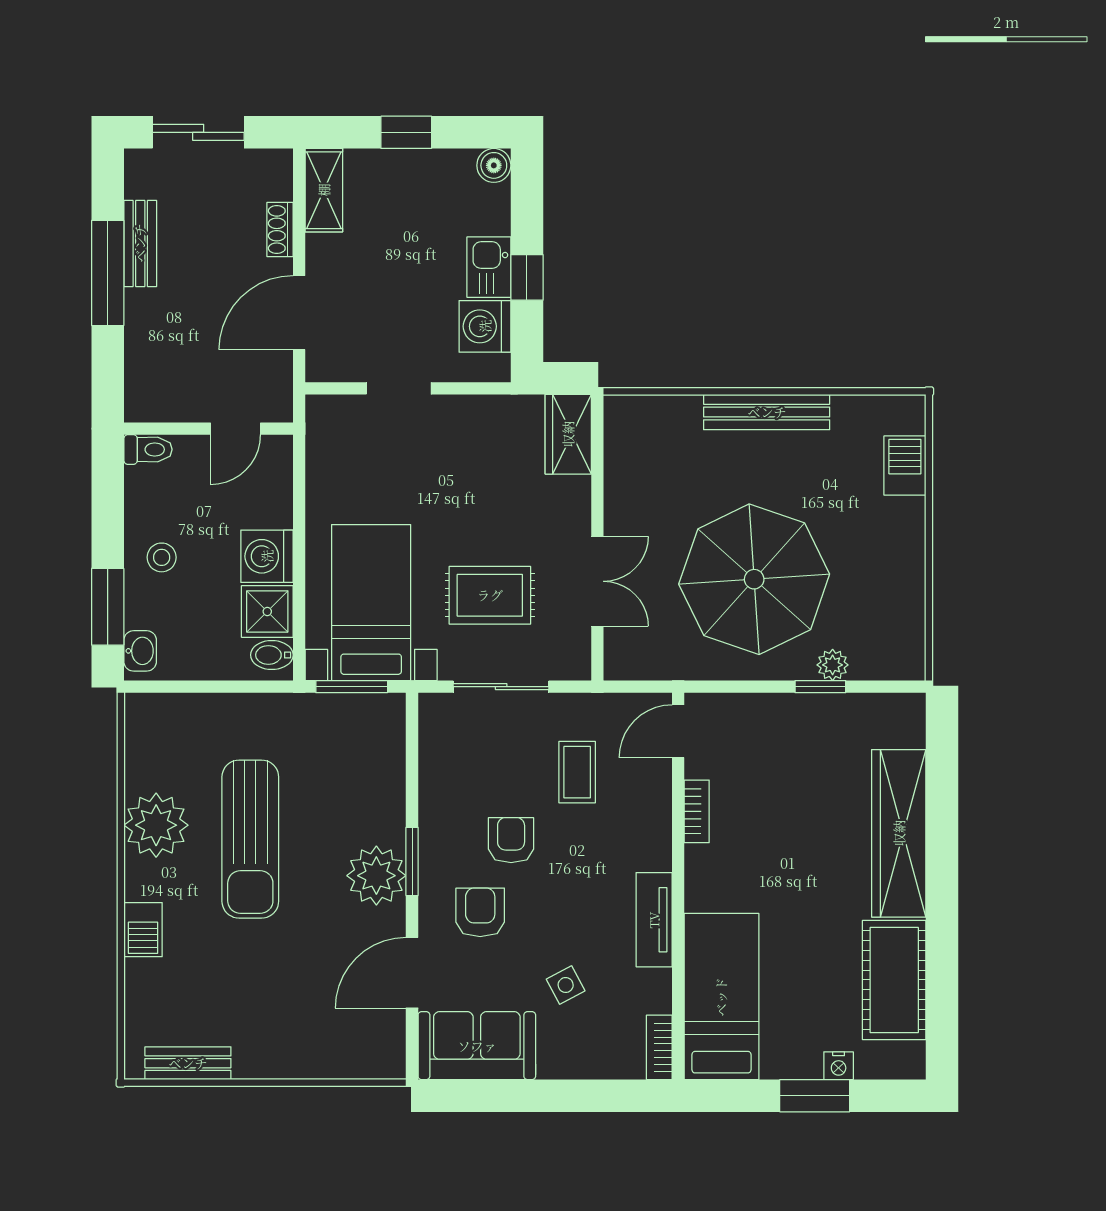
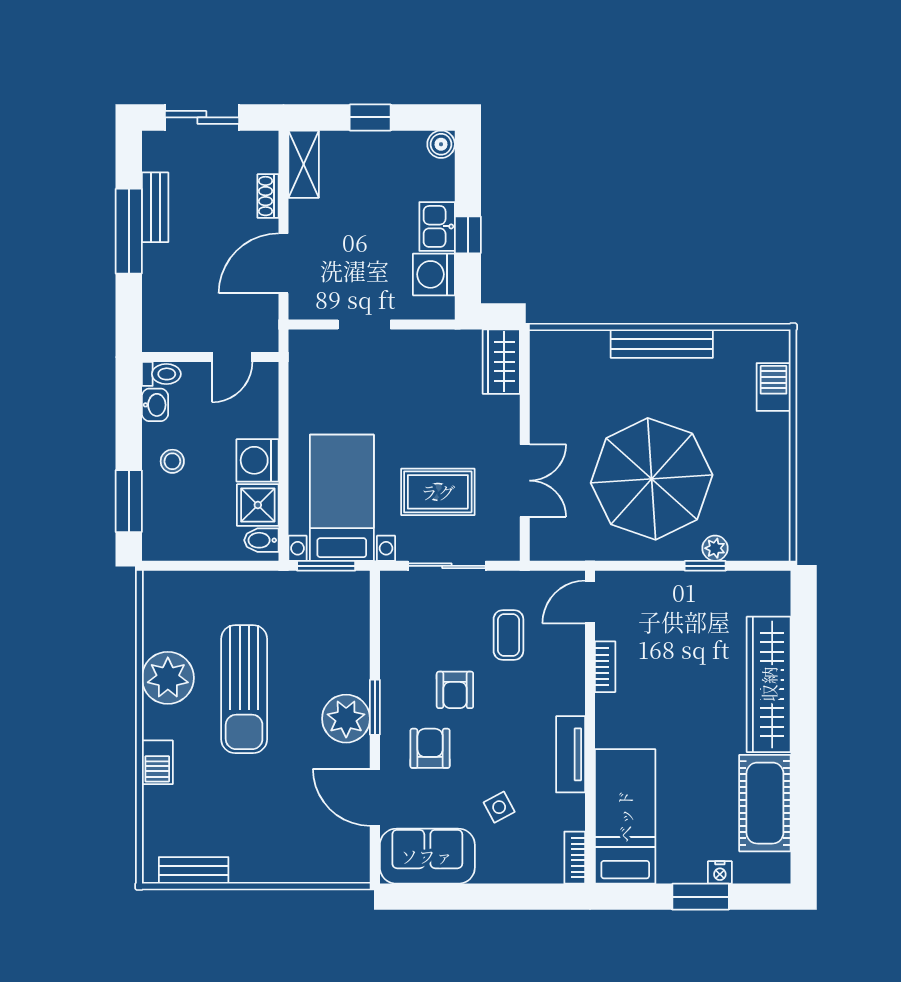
washbasin: (140, 651) -> (155, 405), moved
armchair: (511, 840) -> (455, 690), turned 180
door: (412, 973) -> (375, 797), hinge flipped

